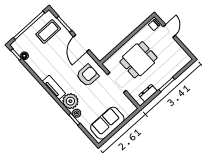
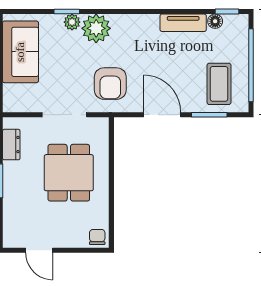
door: (169, 31) -> (39, 250), moved
tv unit: (54, 87) -> (183, 23), moved

